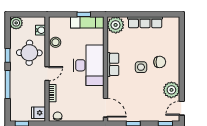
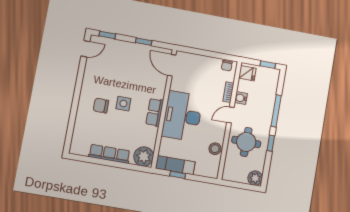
water cooler: (41, 30) -> (241, 98), moved
plant: (171, 90) -> (93, 72), removed

